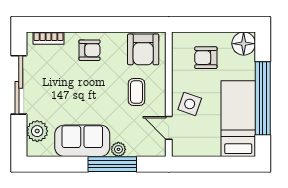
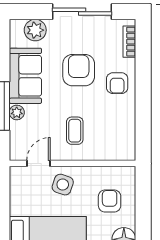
armchair: (143, 49) -> (79, 70), moved, turned 90
coffee table: (136, 92) -> (75, 131), turned 90

